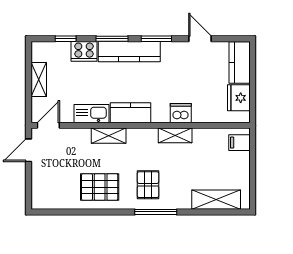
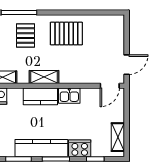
shelving: (39, 79) -> (118, 137), moved
kitchen sink: (92, 114) -> (69, 96), width x0.73
shelving: (109, 136) -> (44, 77), moved

